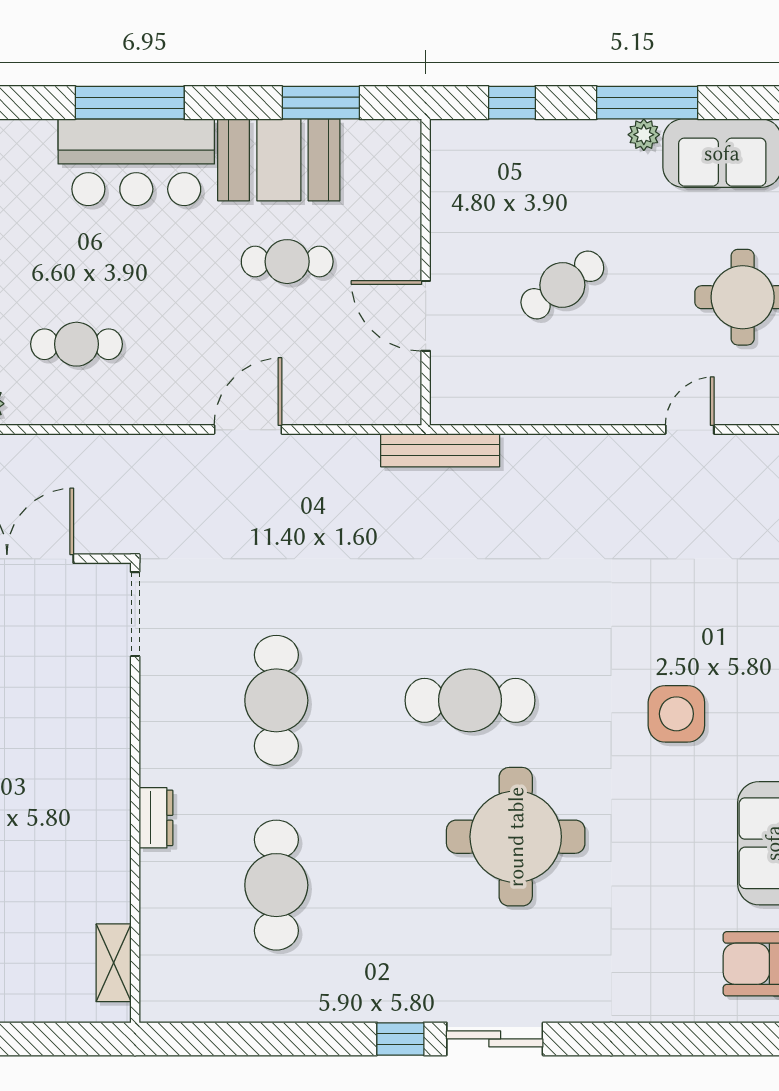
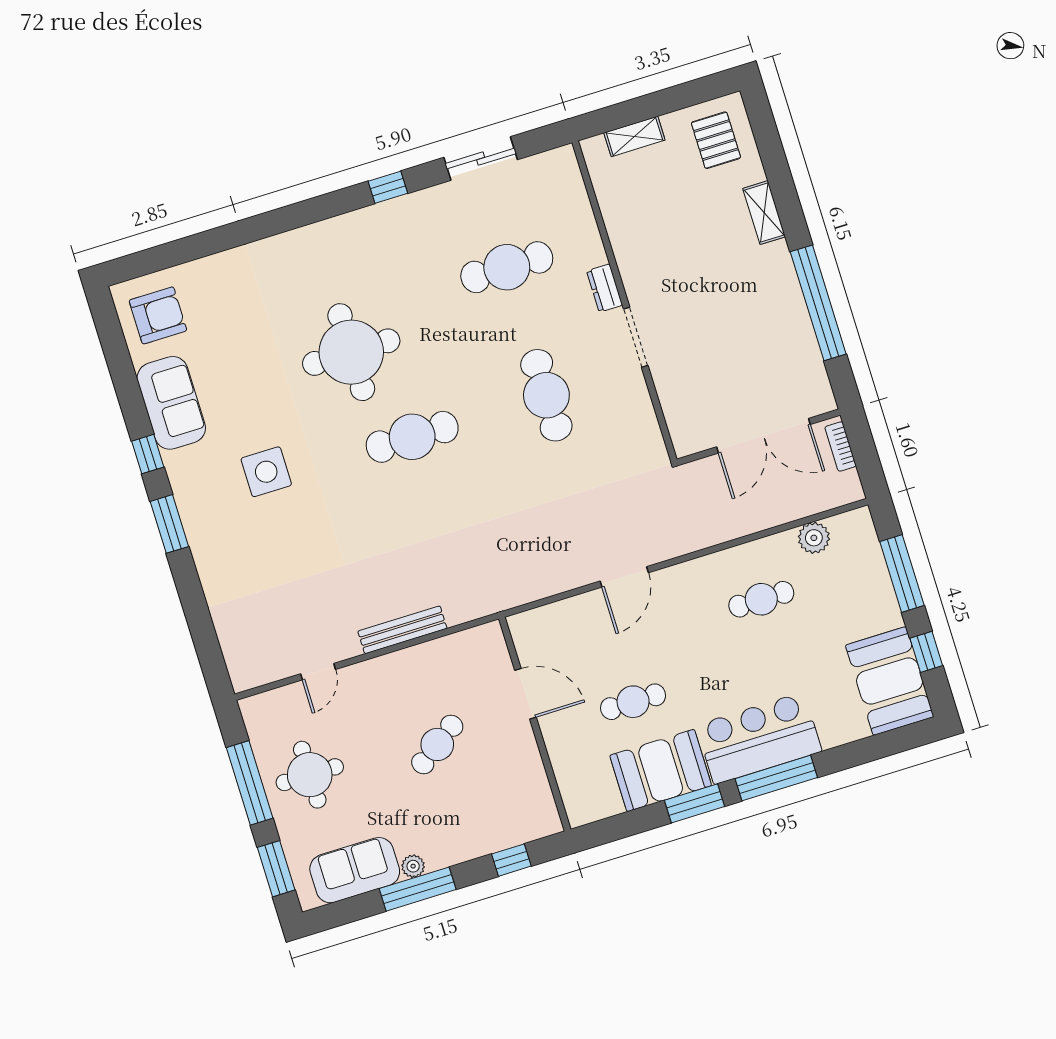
window: (321, 103) -> (695, 803), moved
bench: (440, 450) -> (402, 630), moved
doorway: (135, 614) -> (636, 337), moved
cafe table: (276, 885) -> (507, 267), turned 90
shelving: (114, 963) -> (634, 136), moved, turned 90
sliding door: (495, 1039) -> (481, 159), moved

